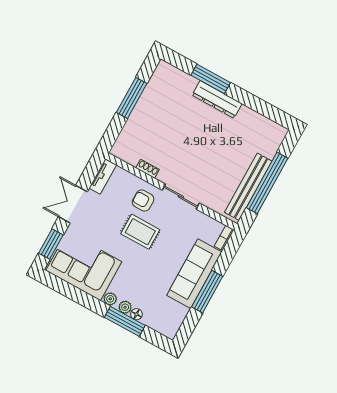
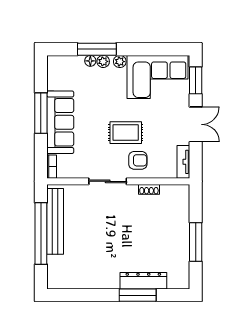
dresser: (217, 99) -> (143, 281), moved

